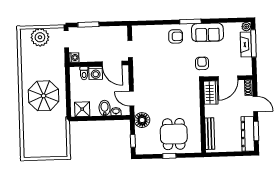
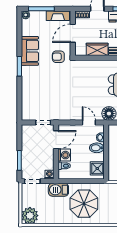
armchair: (176, 36) -> (33, 80), removed
plant: (40, 37) -> (30, 216), moved
fireplace: (246, 45) -> (58, 16), moved
barbecue: (58, 68) -> (58, 190), added
door: (228, 78) -> (73, 33), swing flipped
wardrobe: (211, 93) -> (97, 49), moved
door: (132, 99) -> (89, 123), swing flipped

